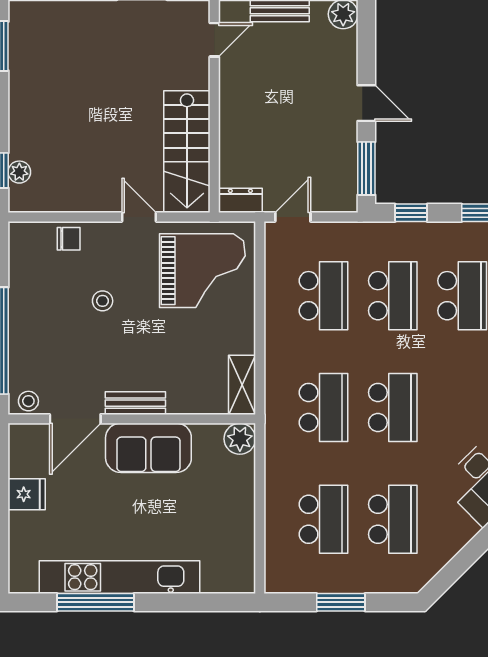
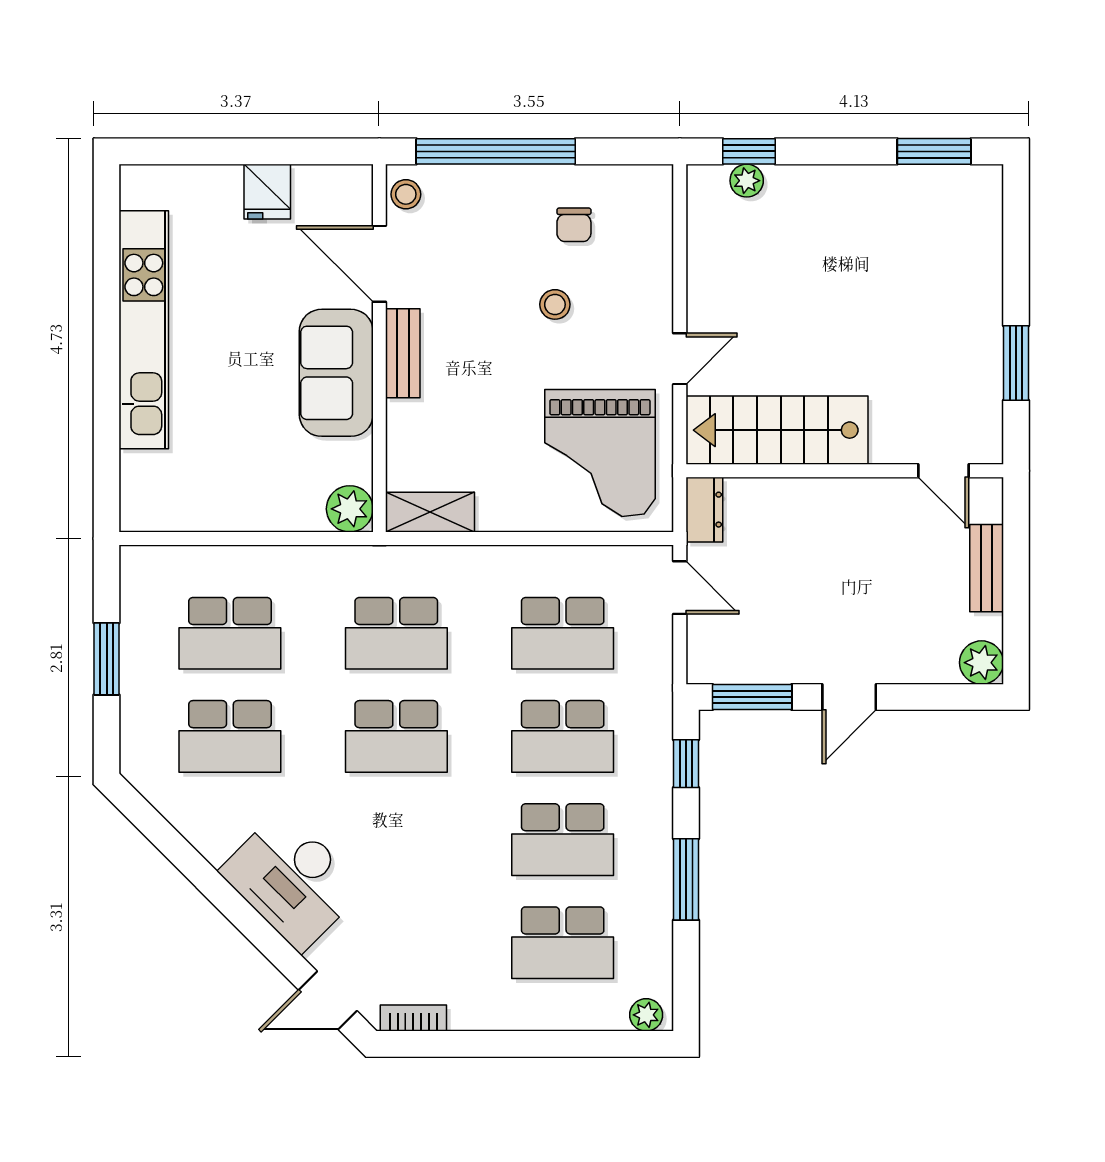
chair: (69, 239) -> (574, 225), moved
window: (95, 602) -> (107, 294), removed

